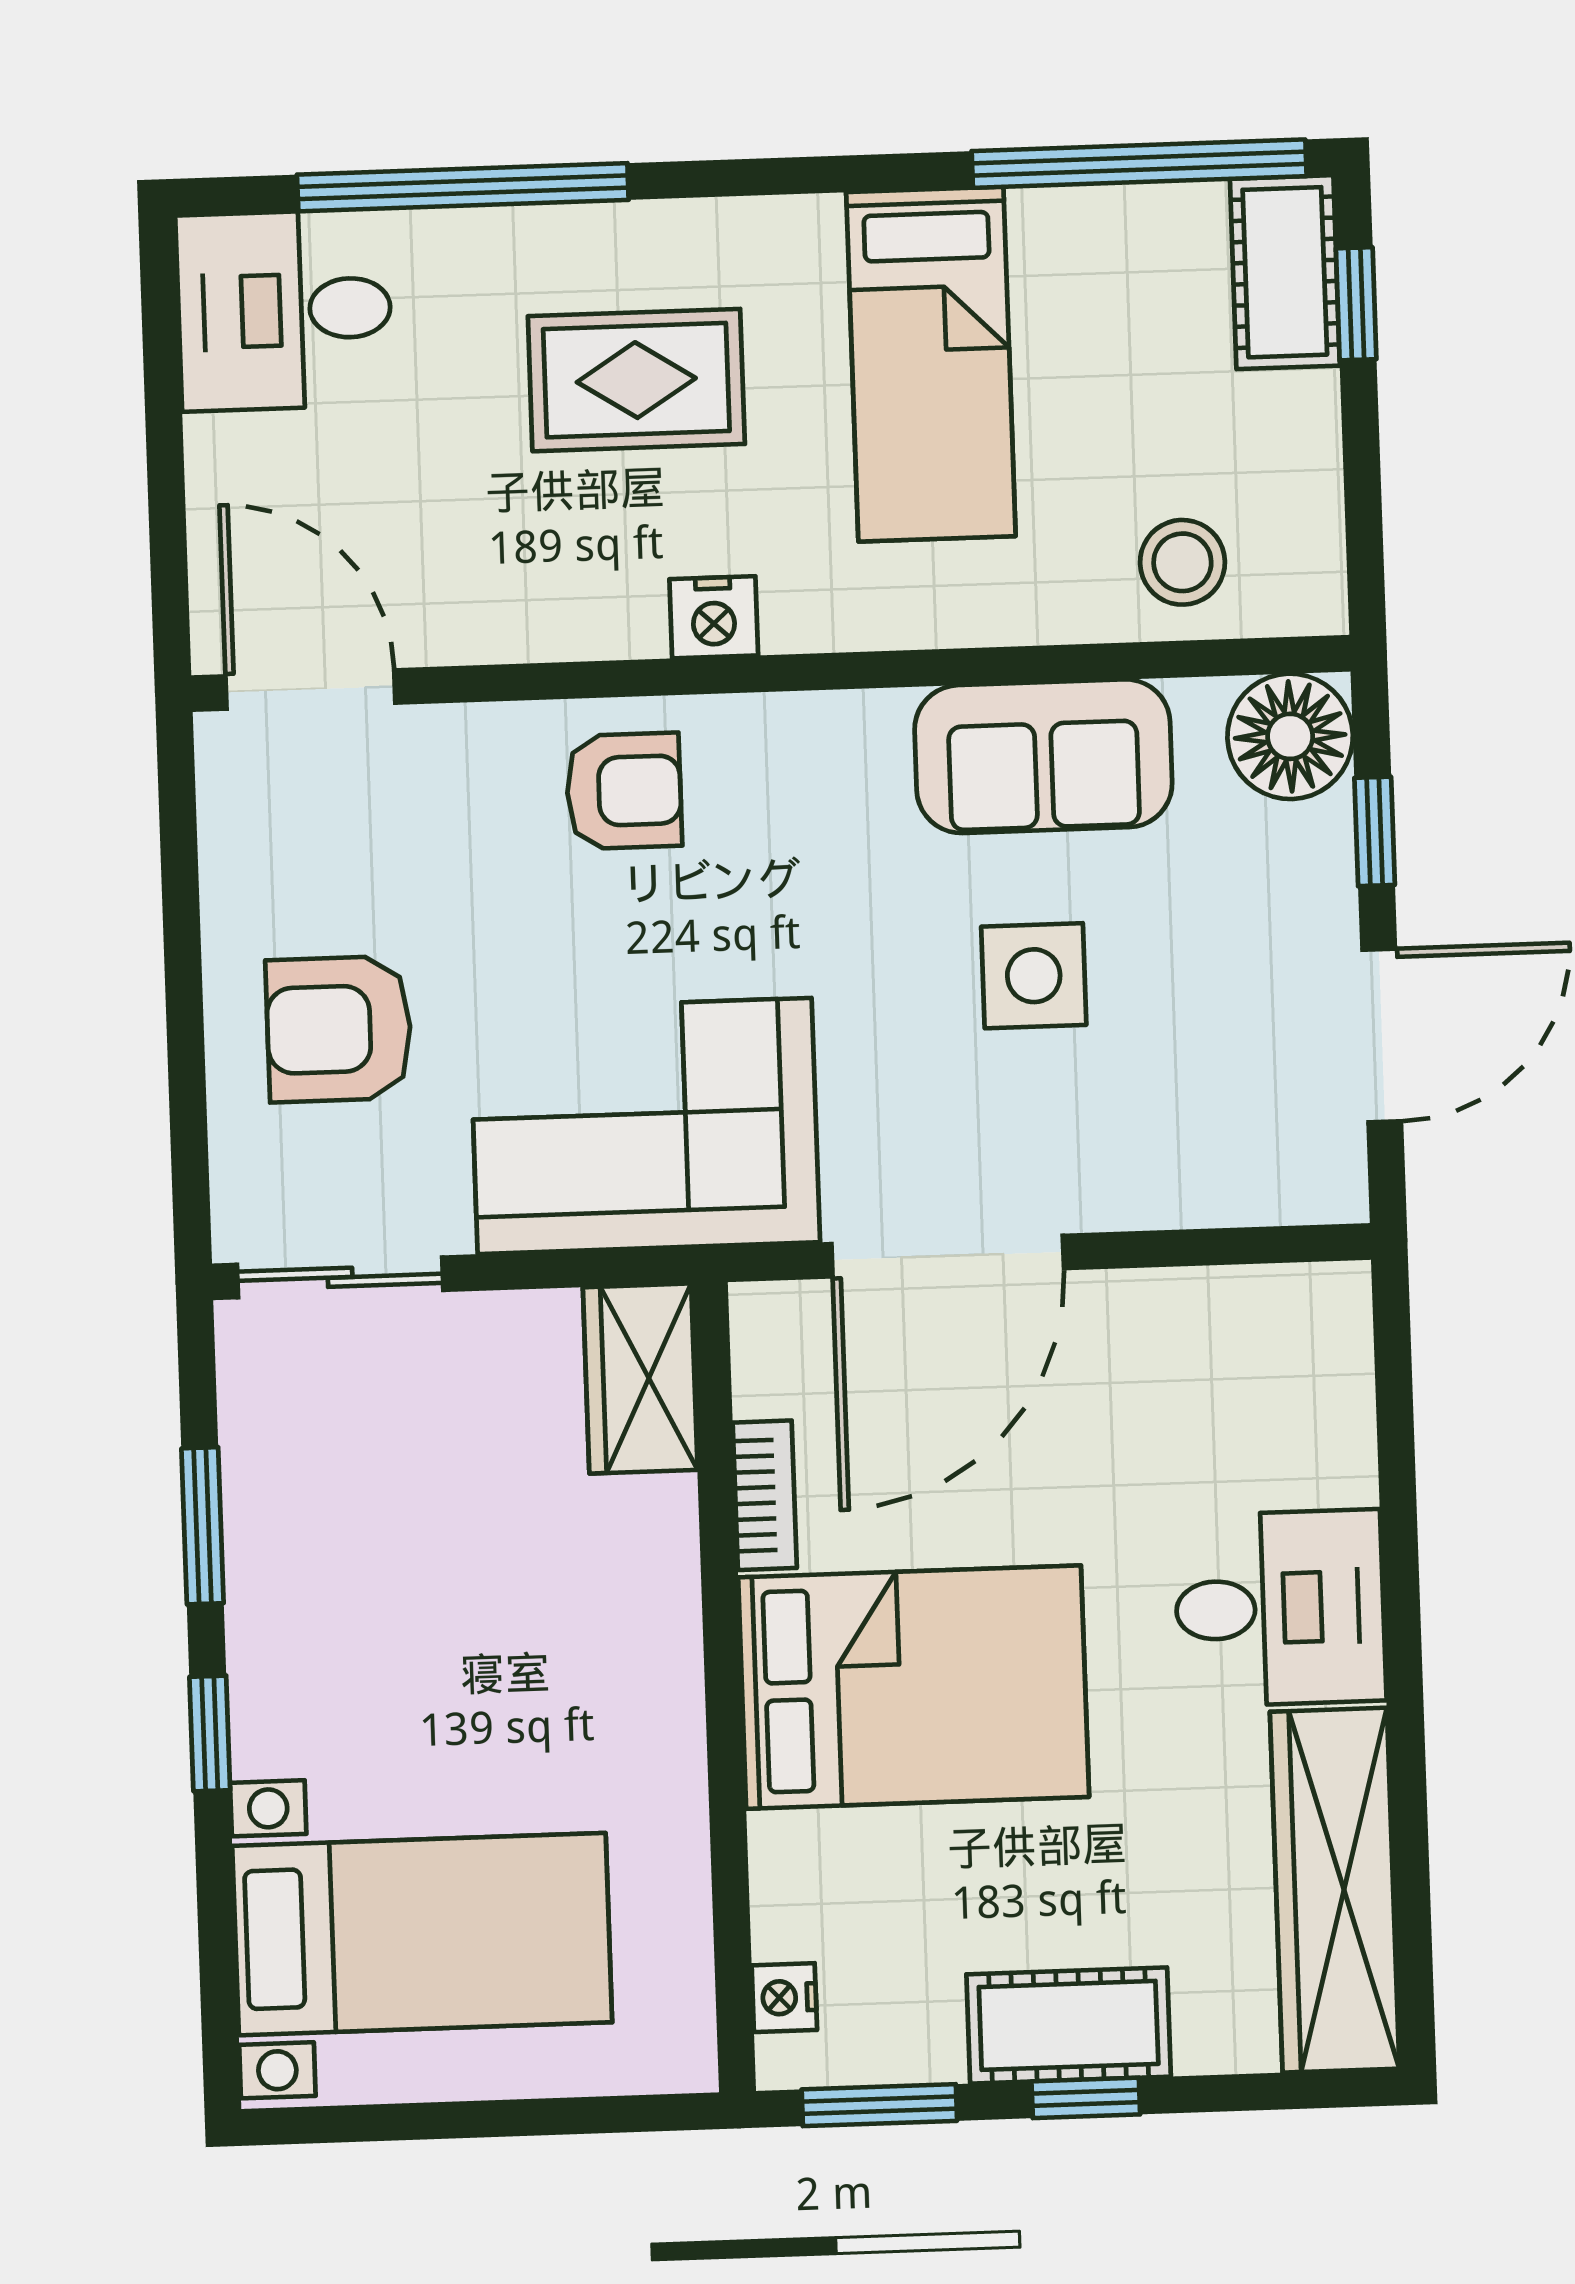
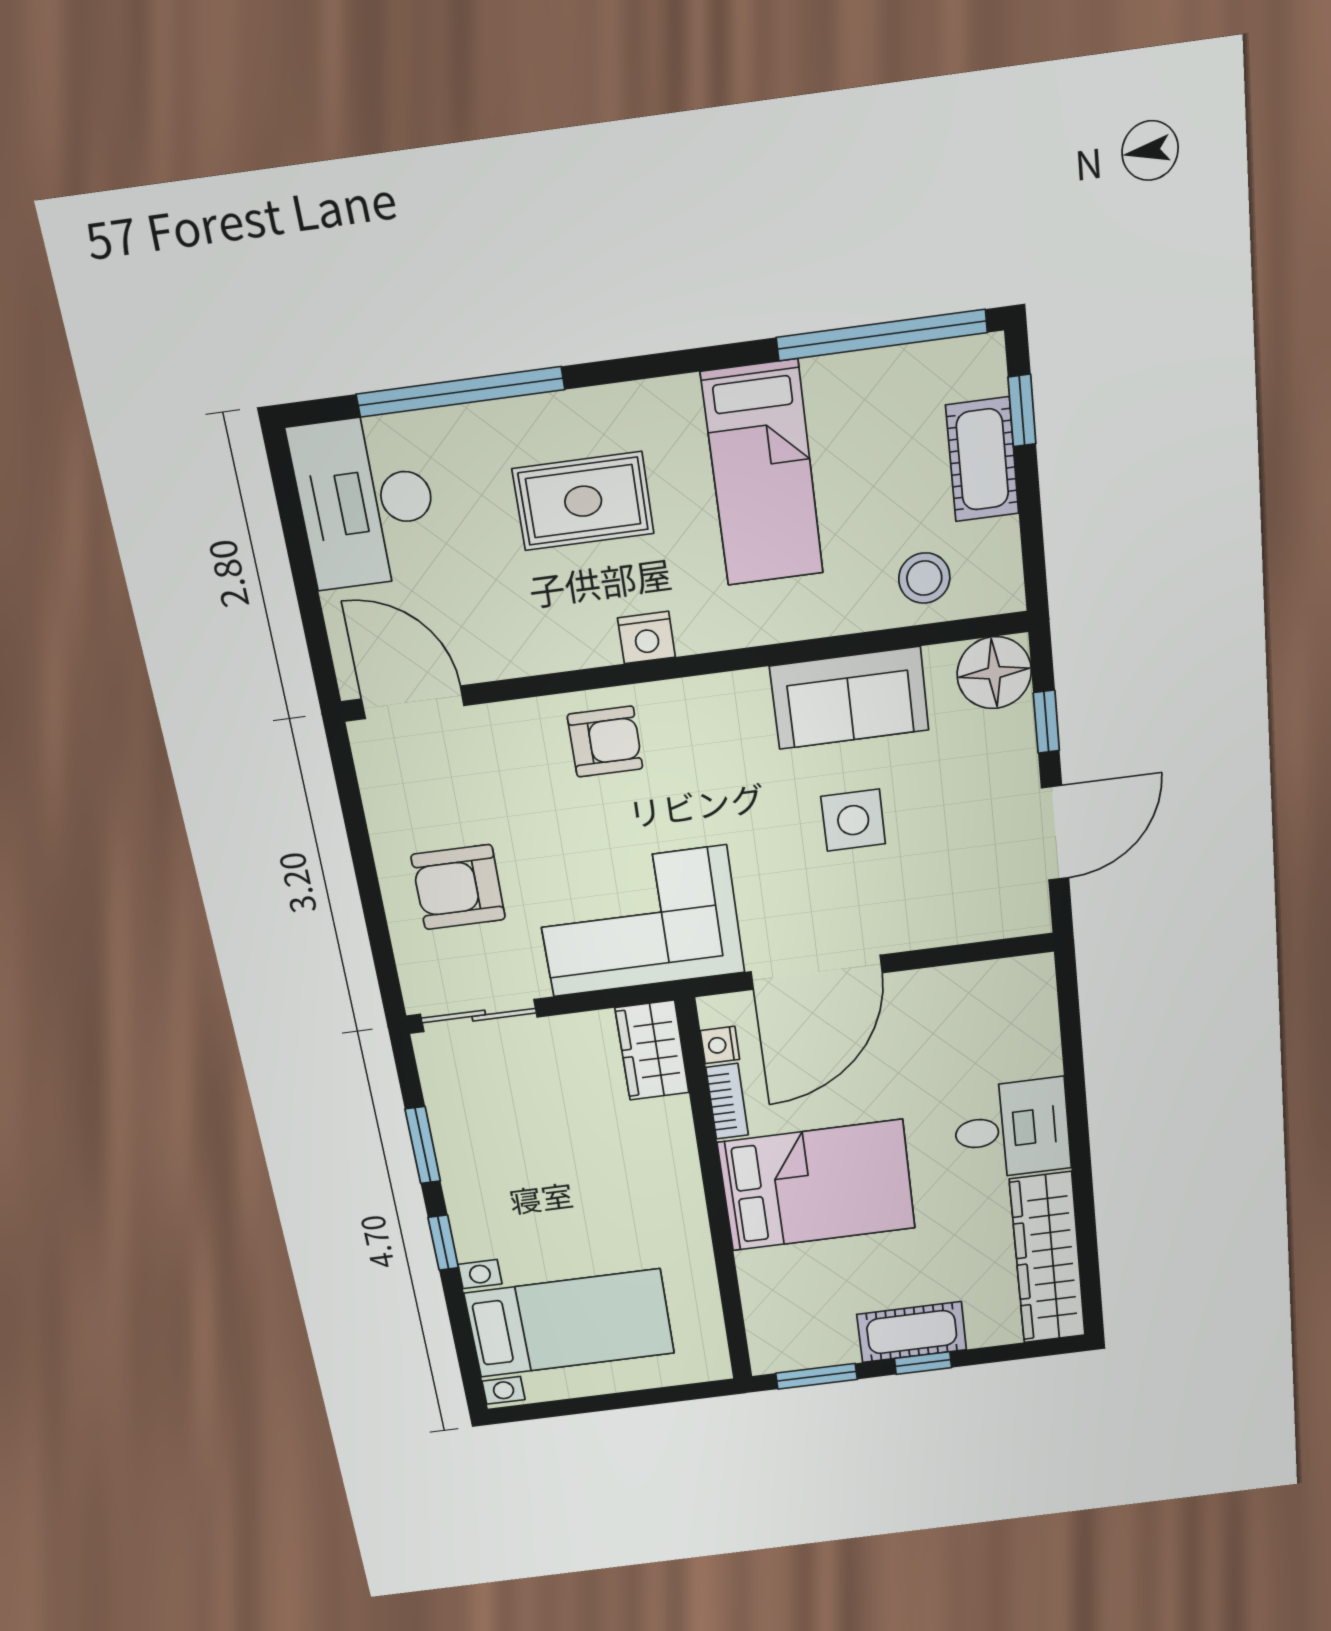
cot: (1285, 272) -> (982, 459), moved
desk: (284, 310) -> (366, 502), width x1.37
nightstand: (784, 1998) -> (720, 1045), moved

